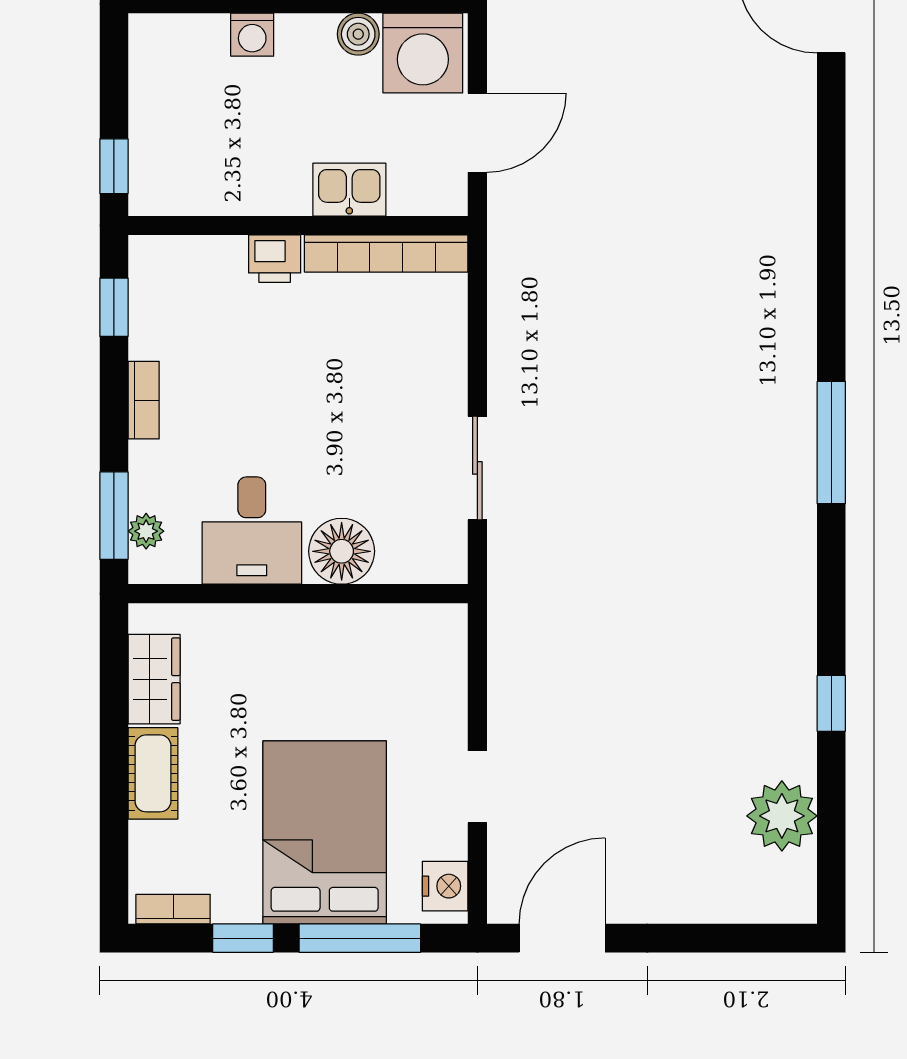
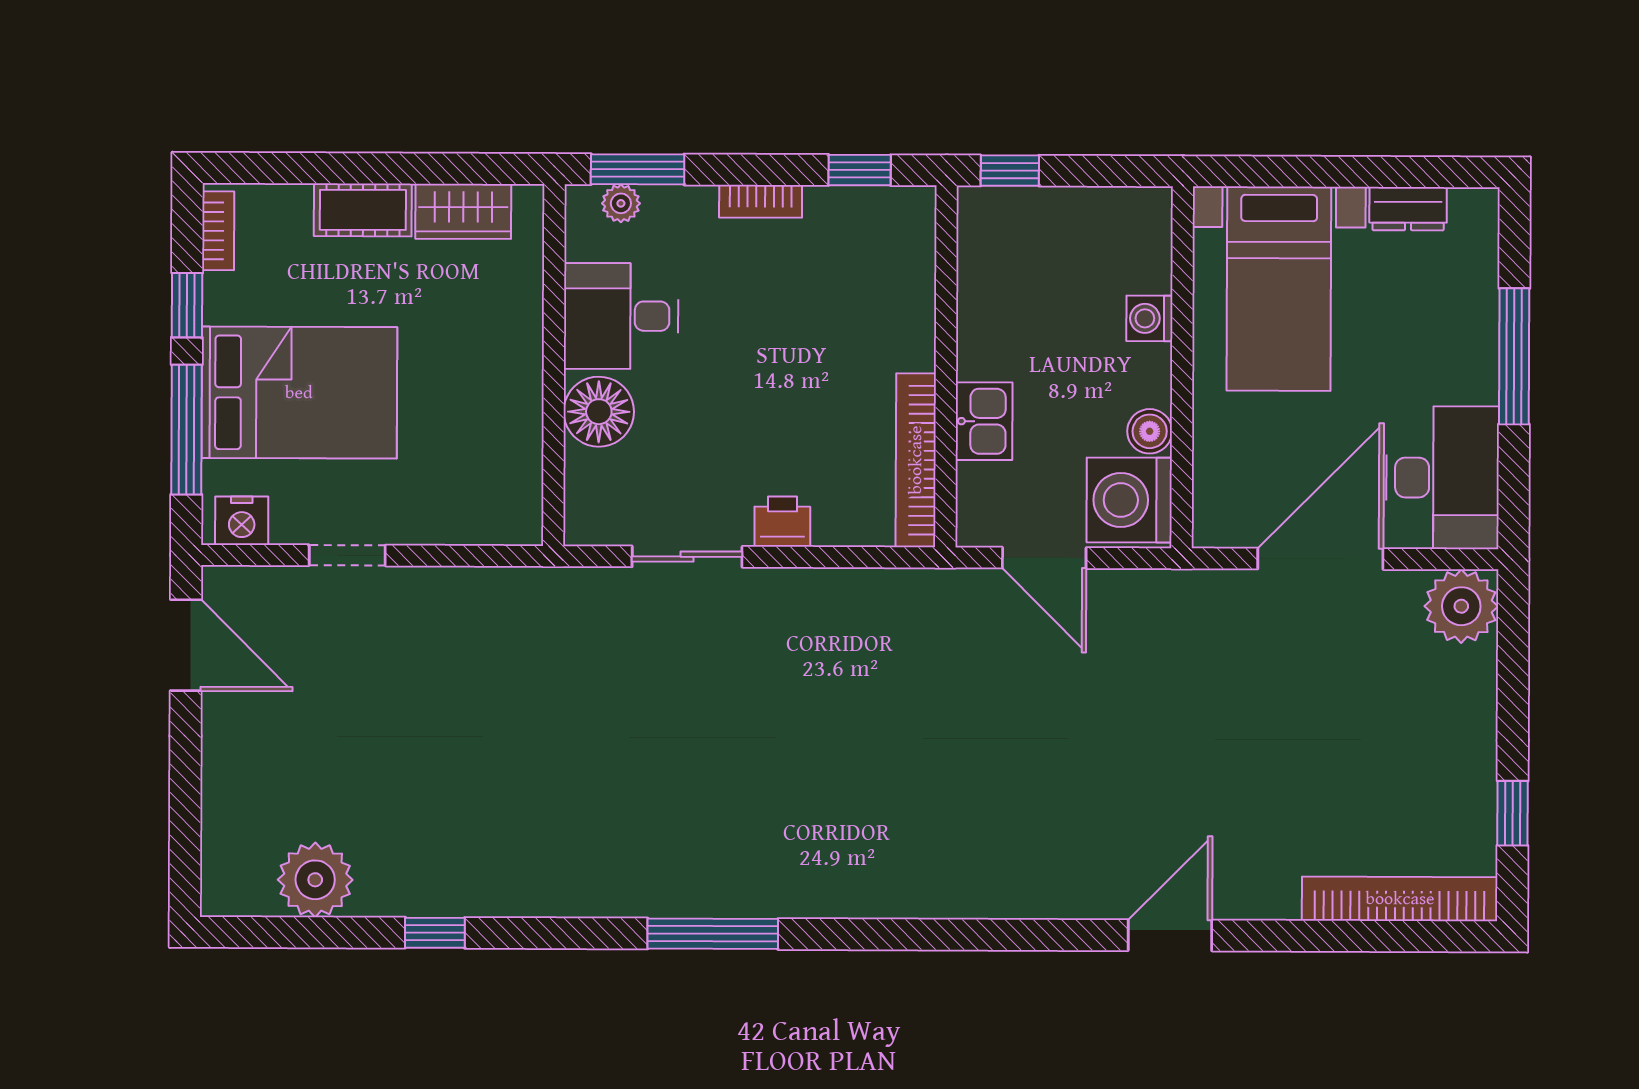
printer: (275, 259) -> (782, 522), moved, turned 90

